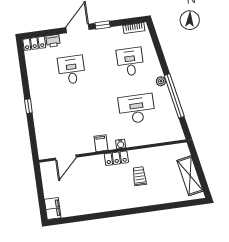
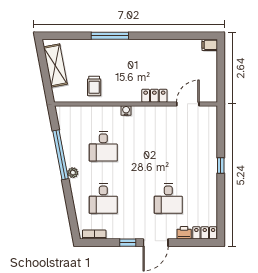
desk: (137, 109) -> (103, 146), width x0.73
filing cabinet: (101, 143) -> (147, 114), removed
locker: (116, 158) -> (154, 96), moved
trolley: (139, 176) -> (94, 86), moved
filing cabinet: (53, 209) -> (210, 45), width x0.50
window: (145, 209) -> (110, 36), added

